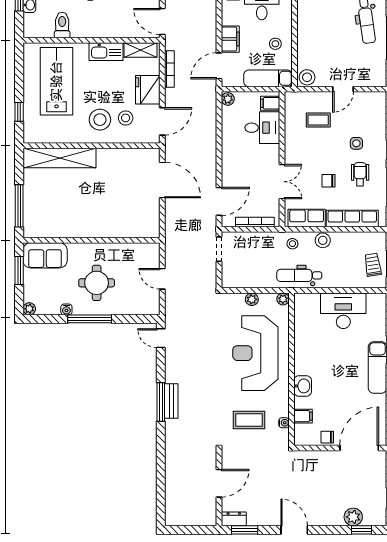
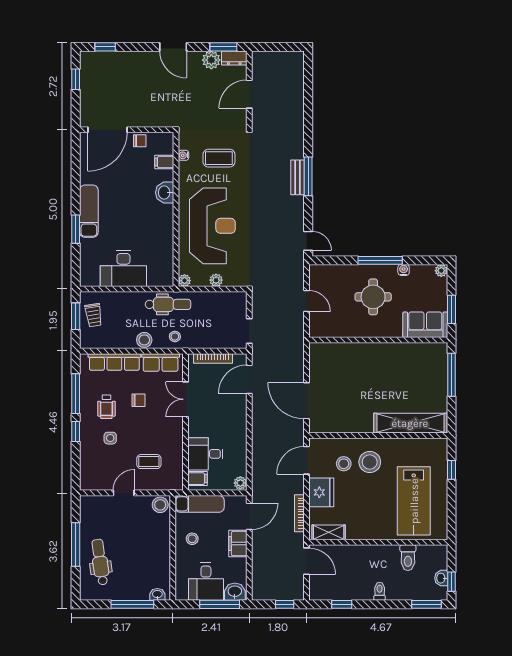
kitchen sink: (106, 52) -> (364, 531), removed
plant: (353, 517) -> (211, 60), moved

